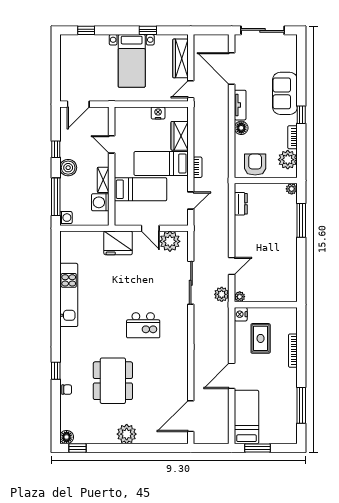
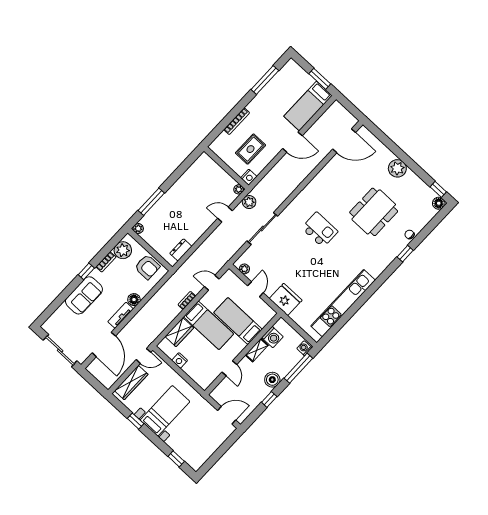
armchair: (255, 165) -> (147, 267), turned -90
plant: (170, 241) -> (244, 269), width x0.53, depth x0.53
kitchen unit: (69, 295) -> (343, 303), width x1.36

